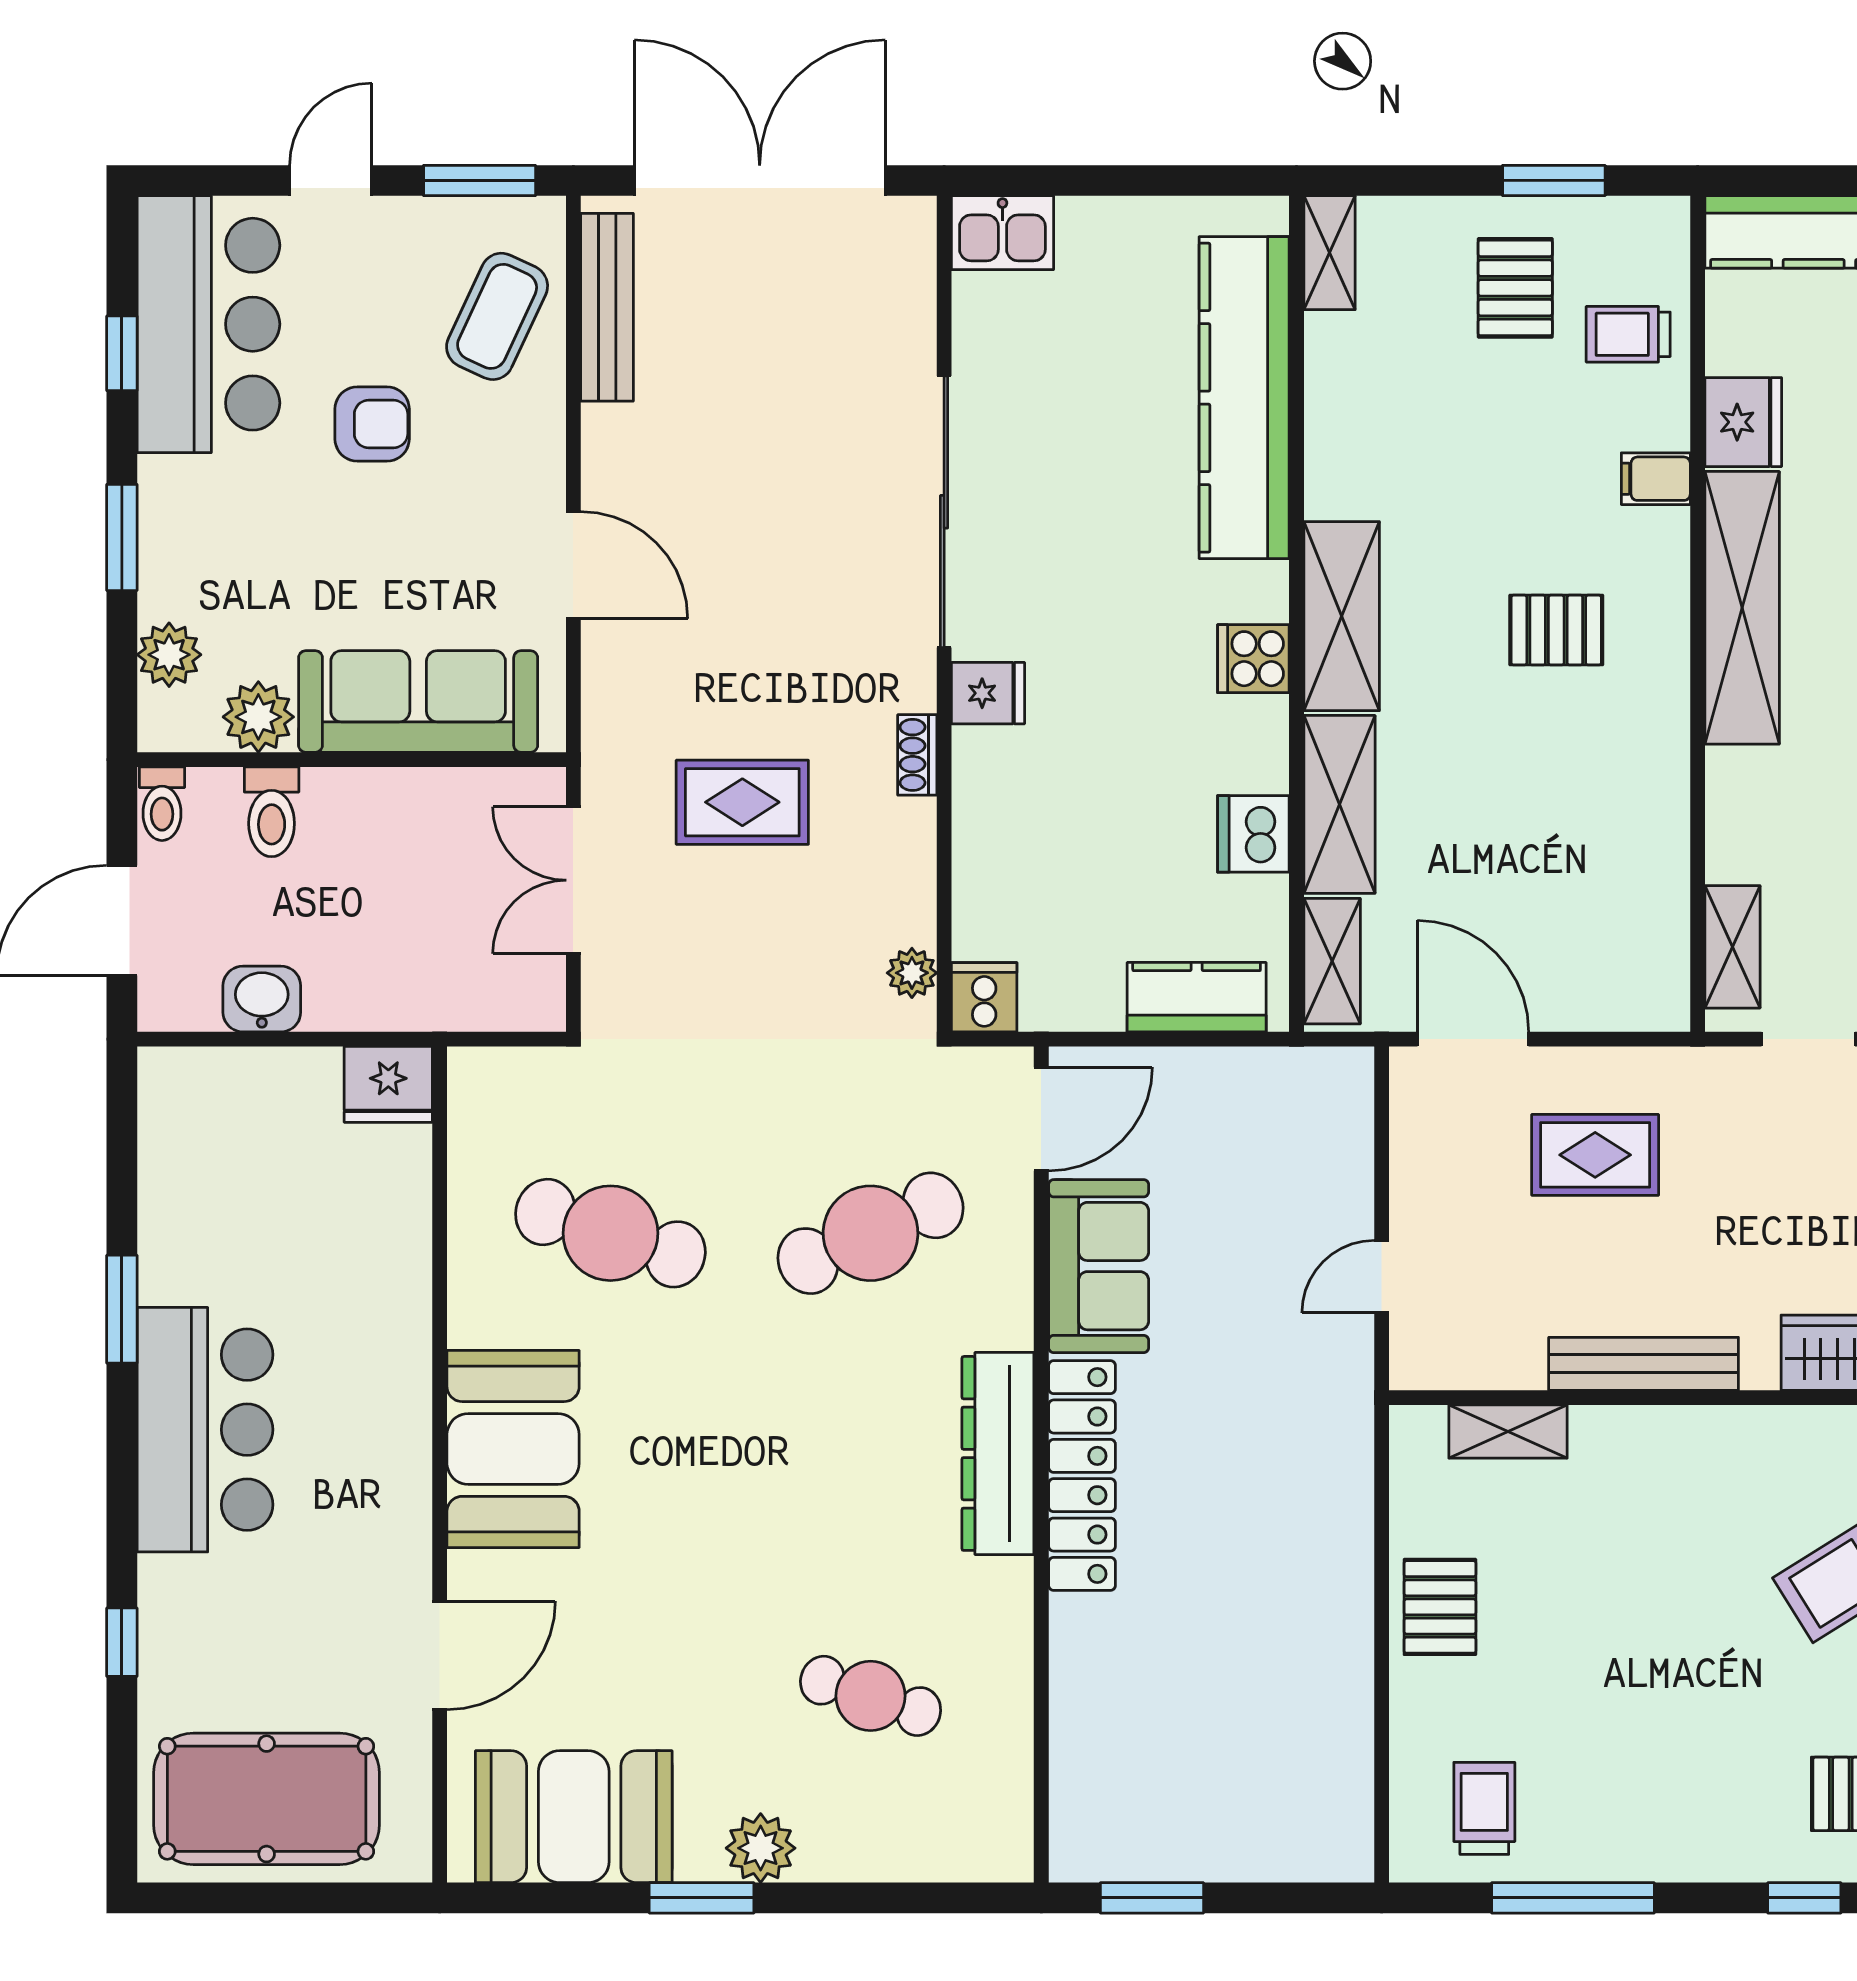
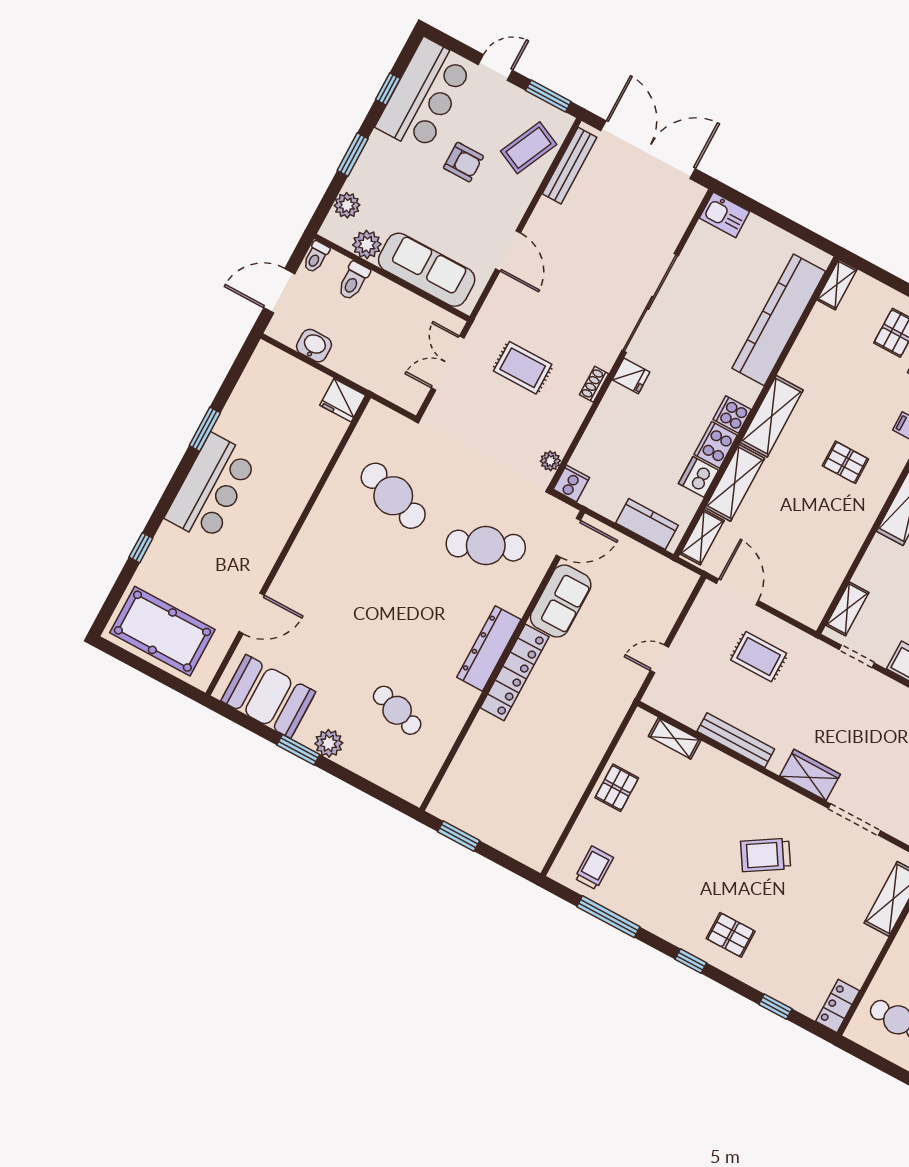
cooker: (1253, 744) -> (716, 445), added
booth: (513, 1449) -> (317, 554), removed

